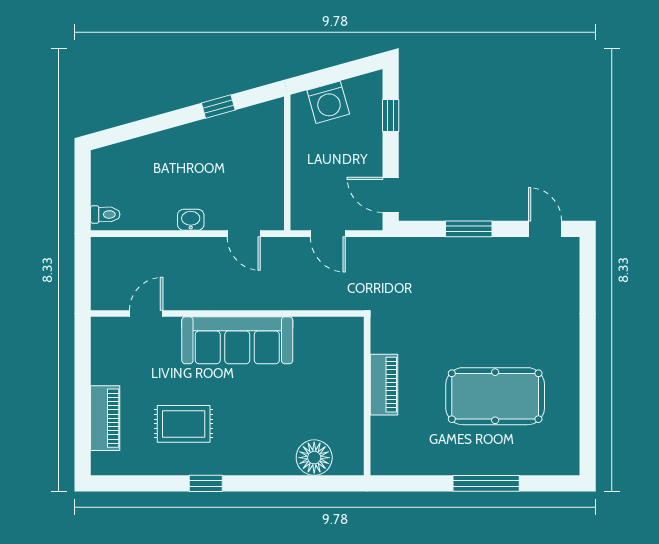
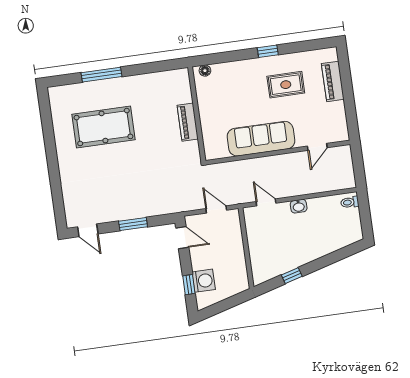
washing machine: (328, 102) -> (204, 281), moved, turned 106
piano: (384, 385) -> (188, 122), moved
wall: (367, 396) -> (197, 114), moved
floor lamp: (314, 458) -> (205, 71), width x0.53, depth x0.53

